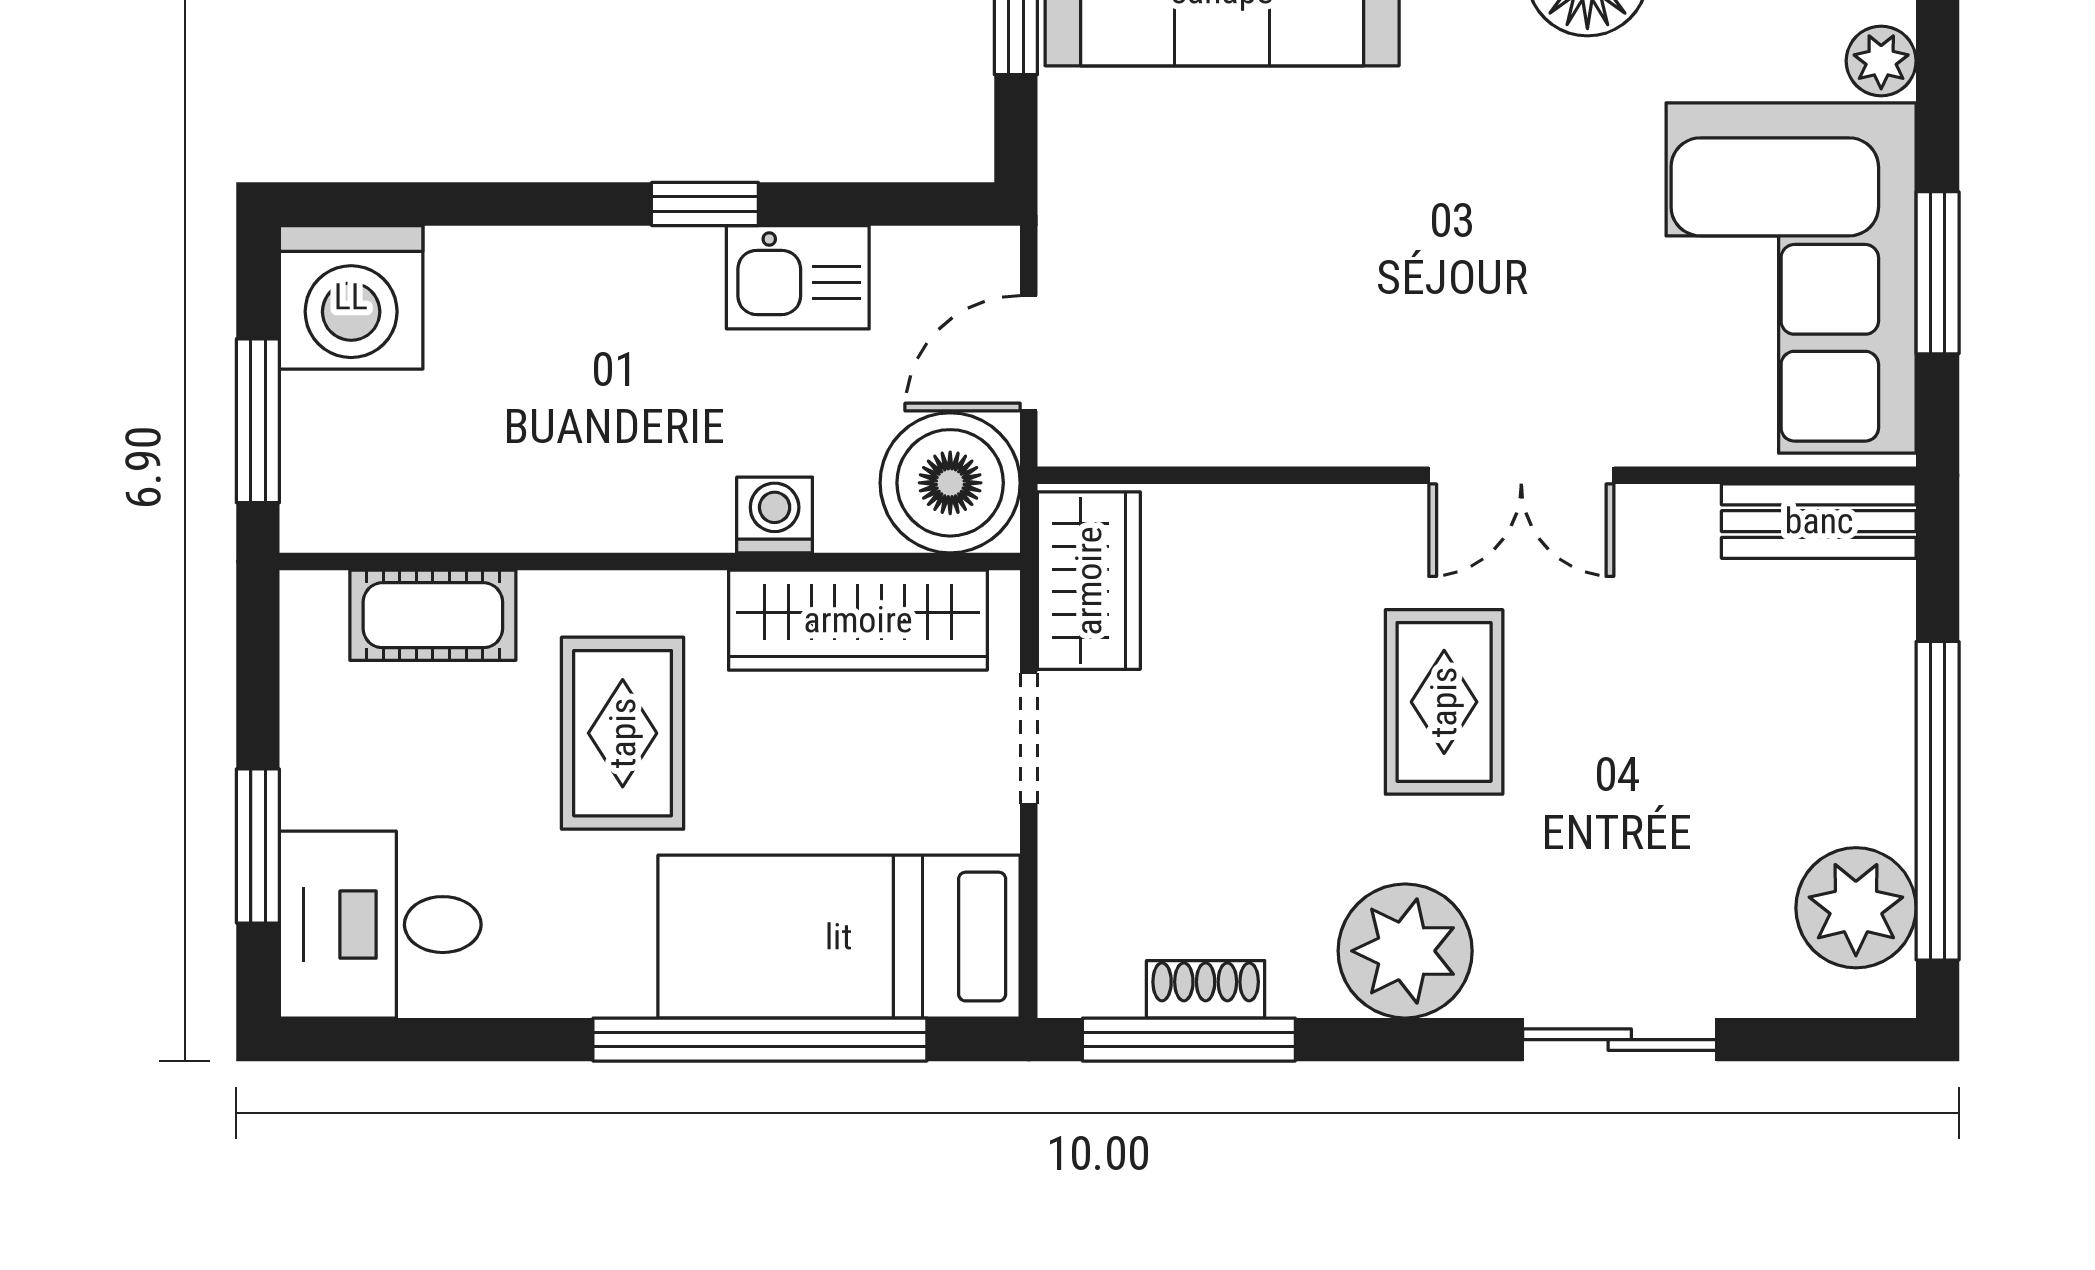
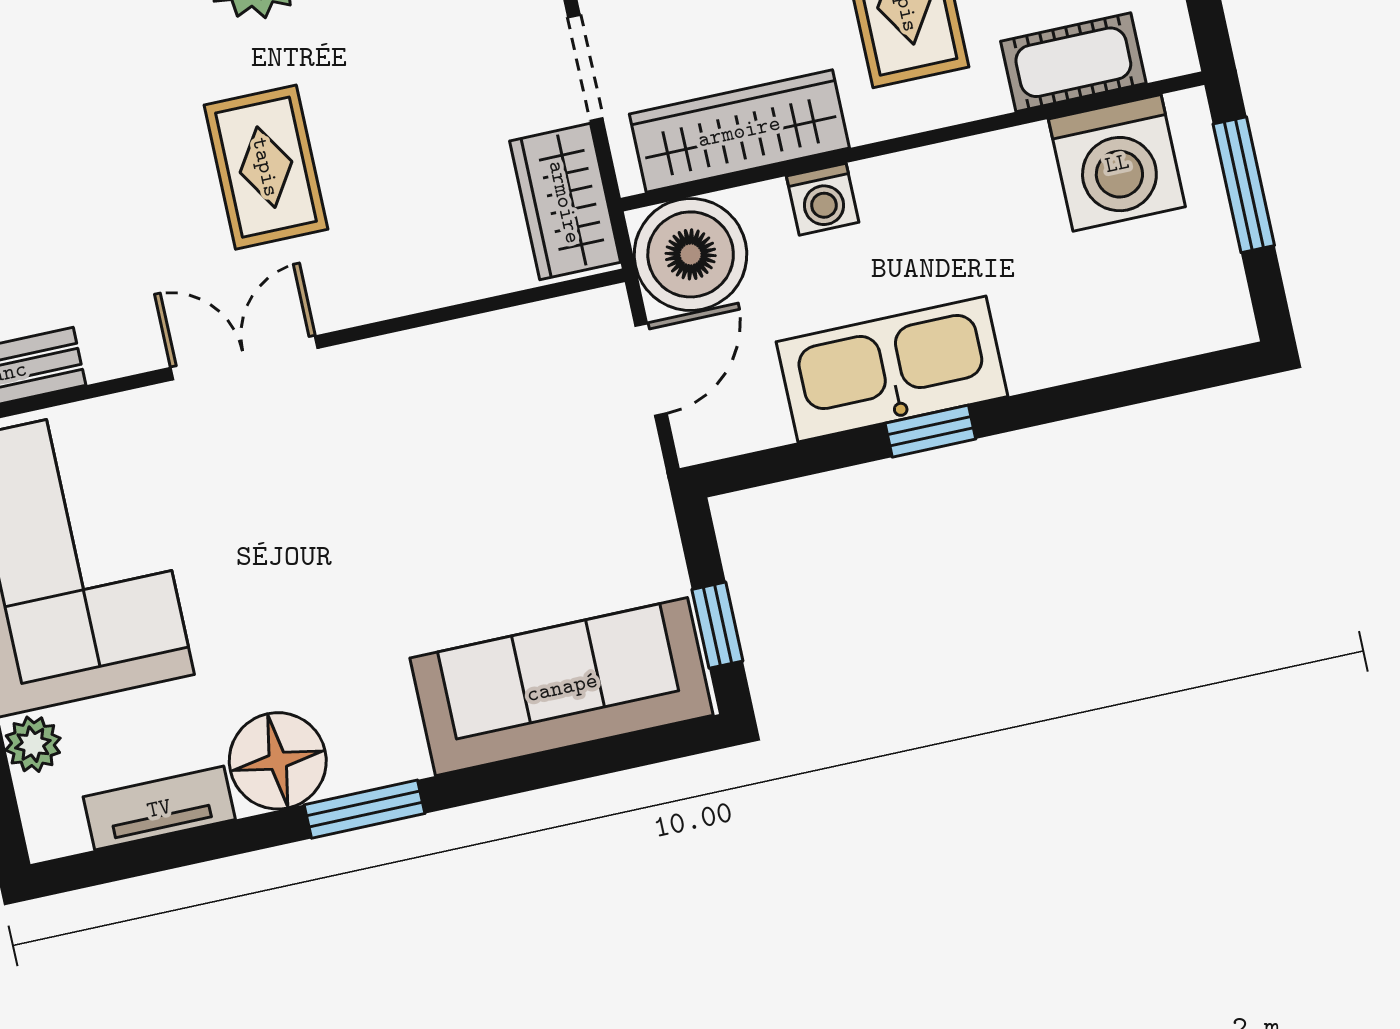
kitchen sink: (798, 277) -> (892, 369), width x1.88, depth x1.24
washing machine: (351, 297) -> (1117, 163), moved, turned 180

